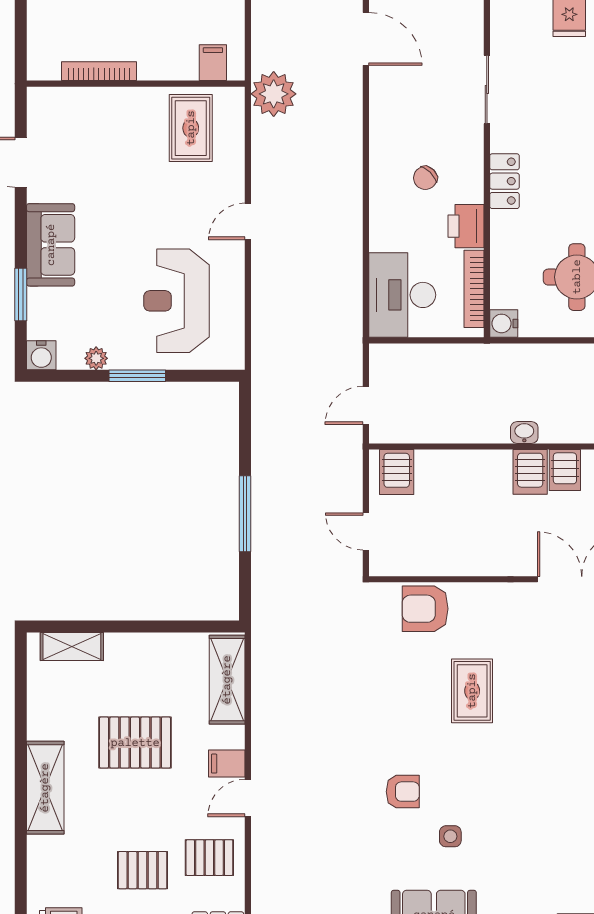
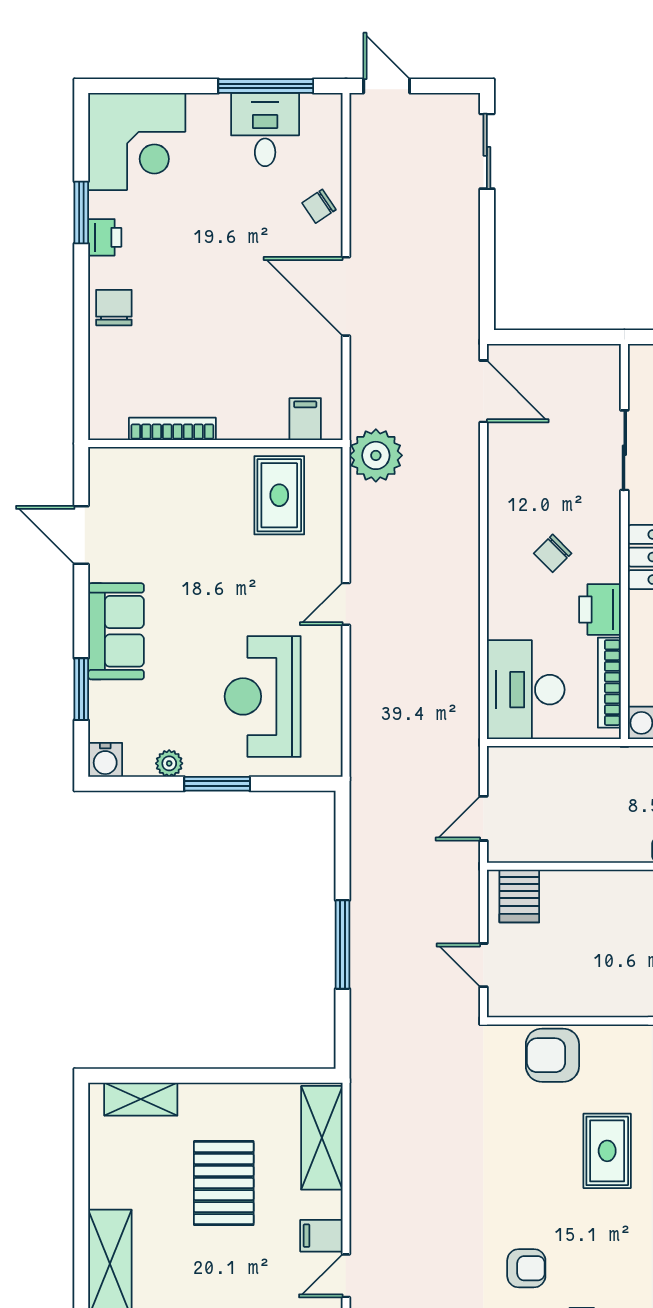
pallet: (135, 743) -> (224, 1183), moved, turned 90

